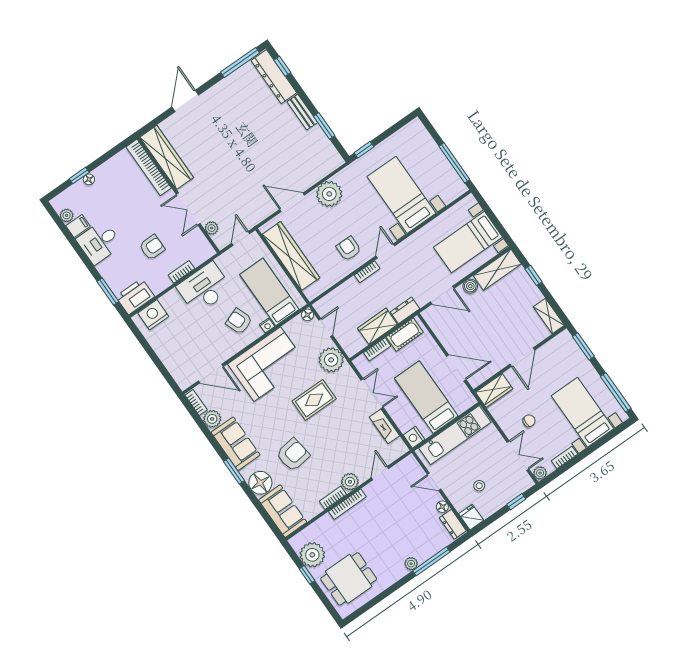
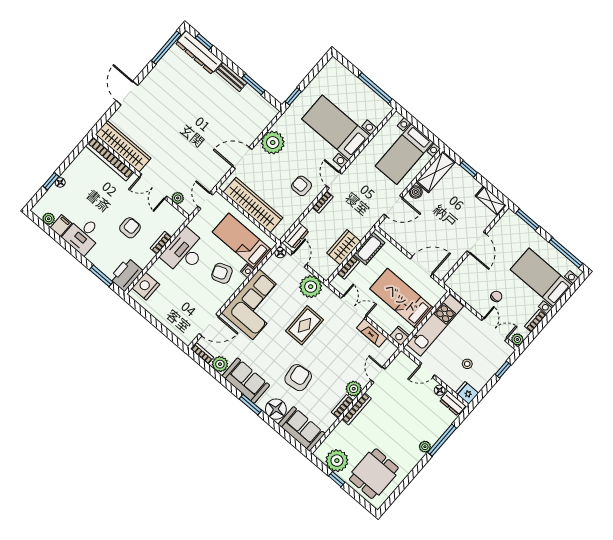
dresser: (405, 310) -> (296, 236), moved, turned 180
wardrobe: (494, 391) -> (459, 278), removed

